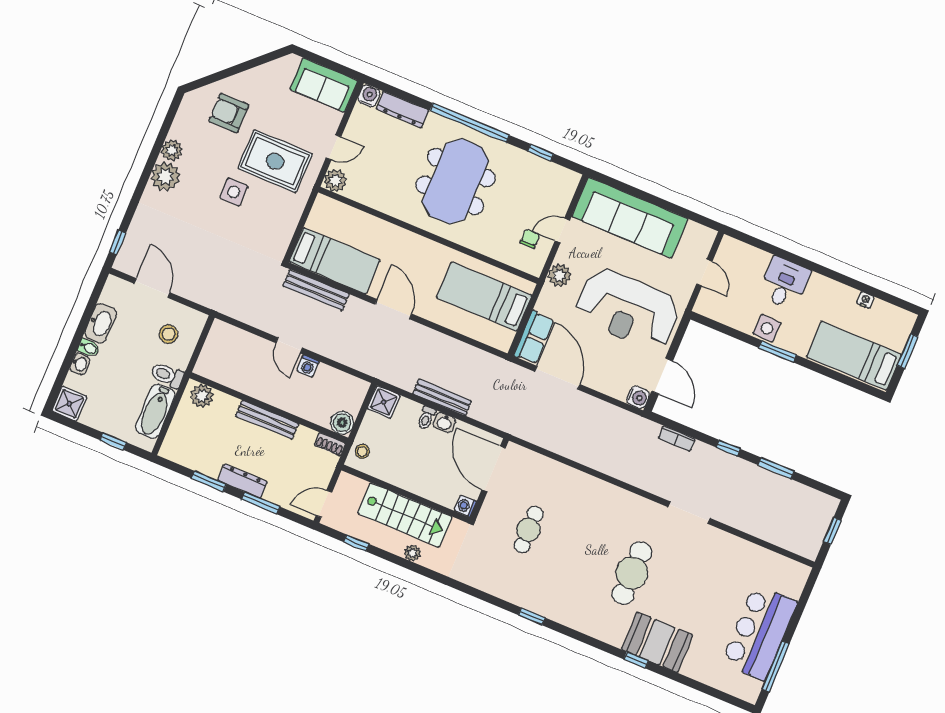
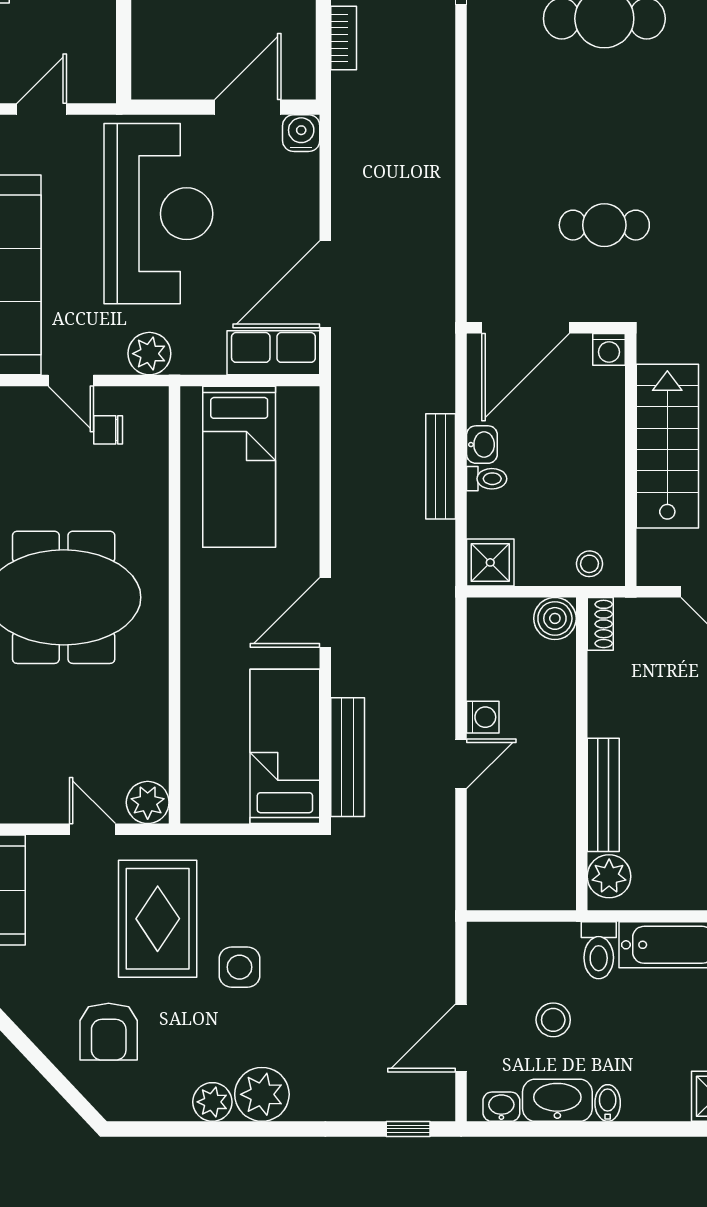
stool: (169, 334) -> (553, 1020), moved
washbasin: (80, 364) -> (501, 1107), moved
bench: (267, 420) -> (603, 795), moved

